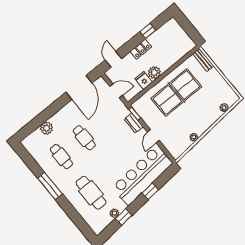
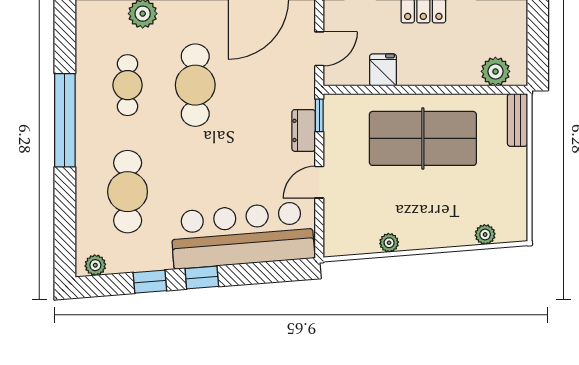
plant: (154, 73) -> (495, 71), moved
door: (116, 91) -> (319, 49), hinge flipped
cafe table: (84, 138) -> (195, 85), width x1.37, depth x1.35
window: (50, 186) -> (65, 120), width x1.46
window: (150, 191) -> (202, 278), moved
plant: (114, 213) -> (95, 265), moved

